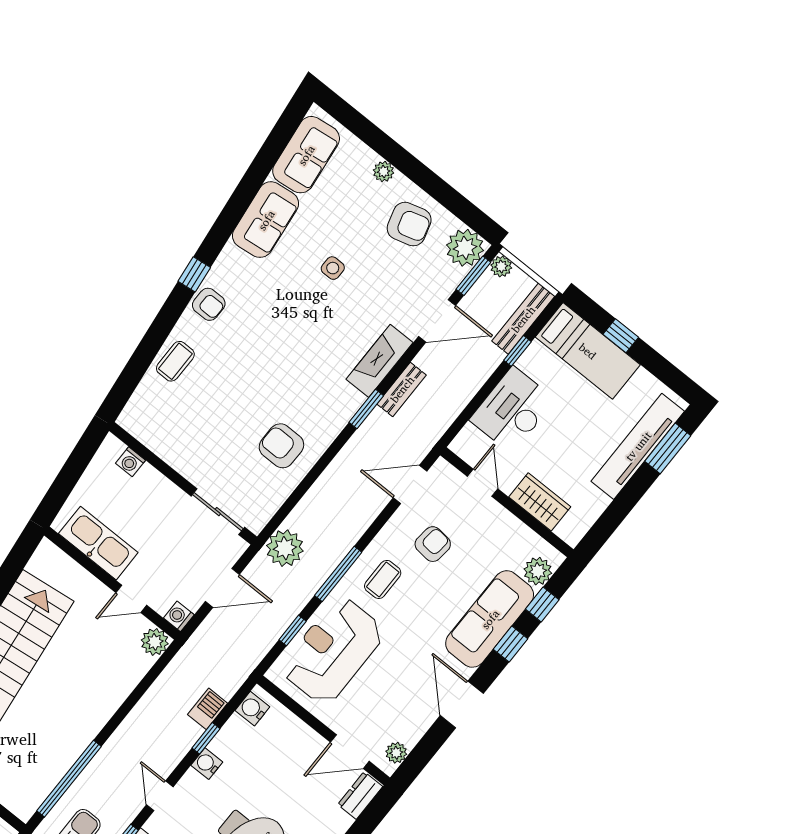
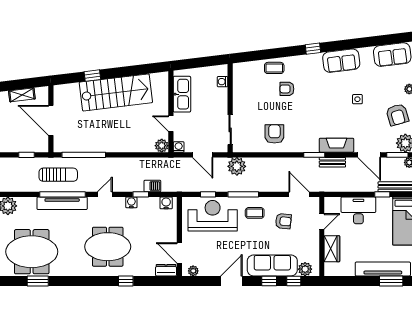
sofa: (266, 220) -> (341, 61), moved
armchair: (209, 304) -> (287, 89), moved, turned 90

